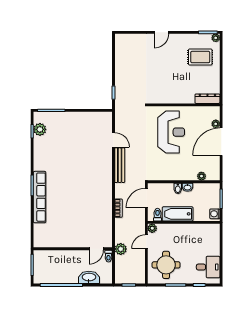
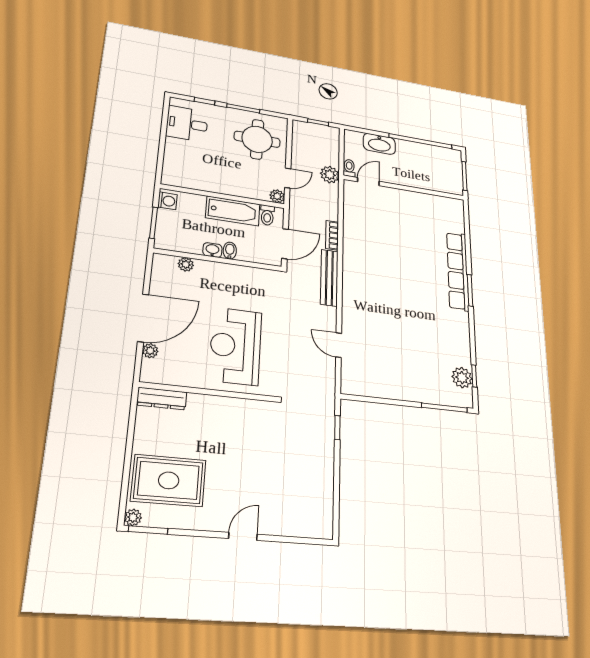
rug: (200, 57) -> (169, 480), width x1.36, depth x1.43
bench: (120, 165) -> (329, 278), moved

